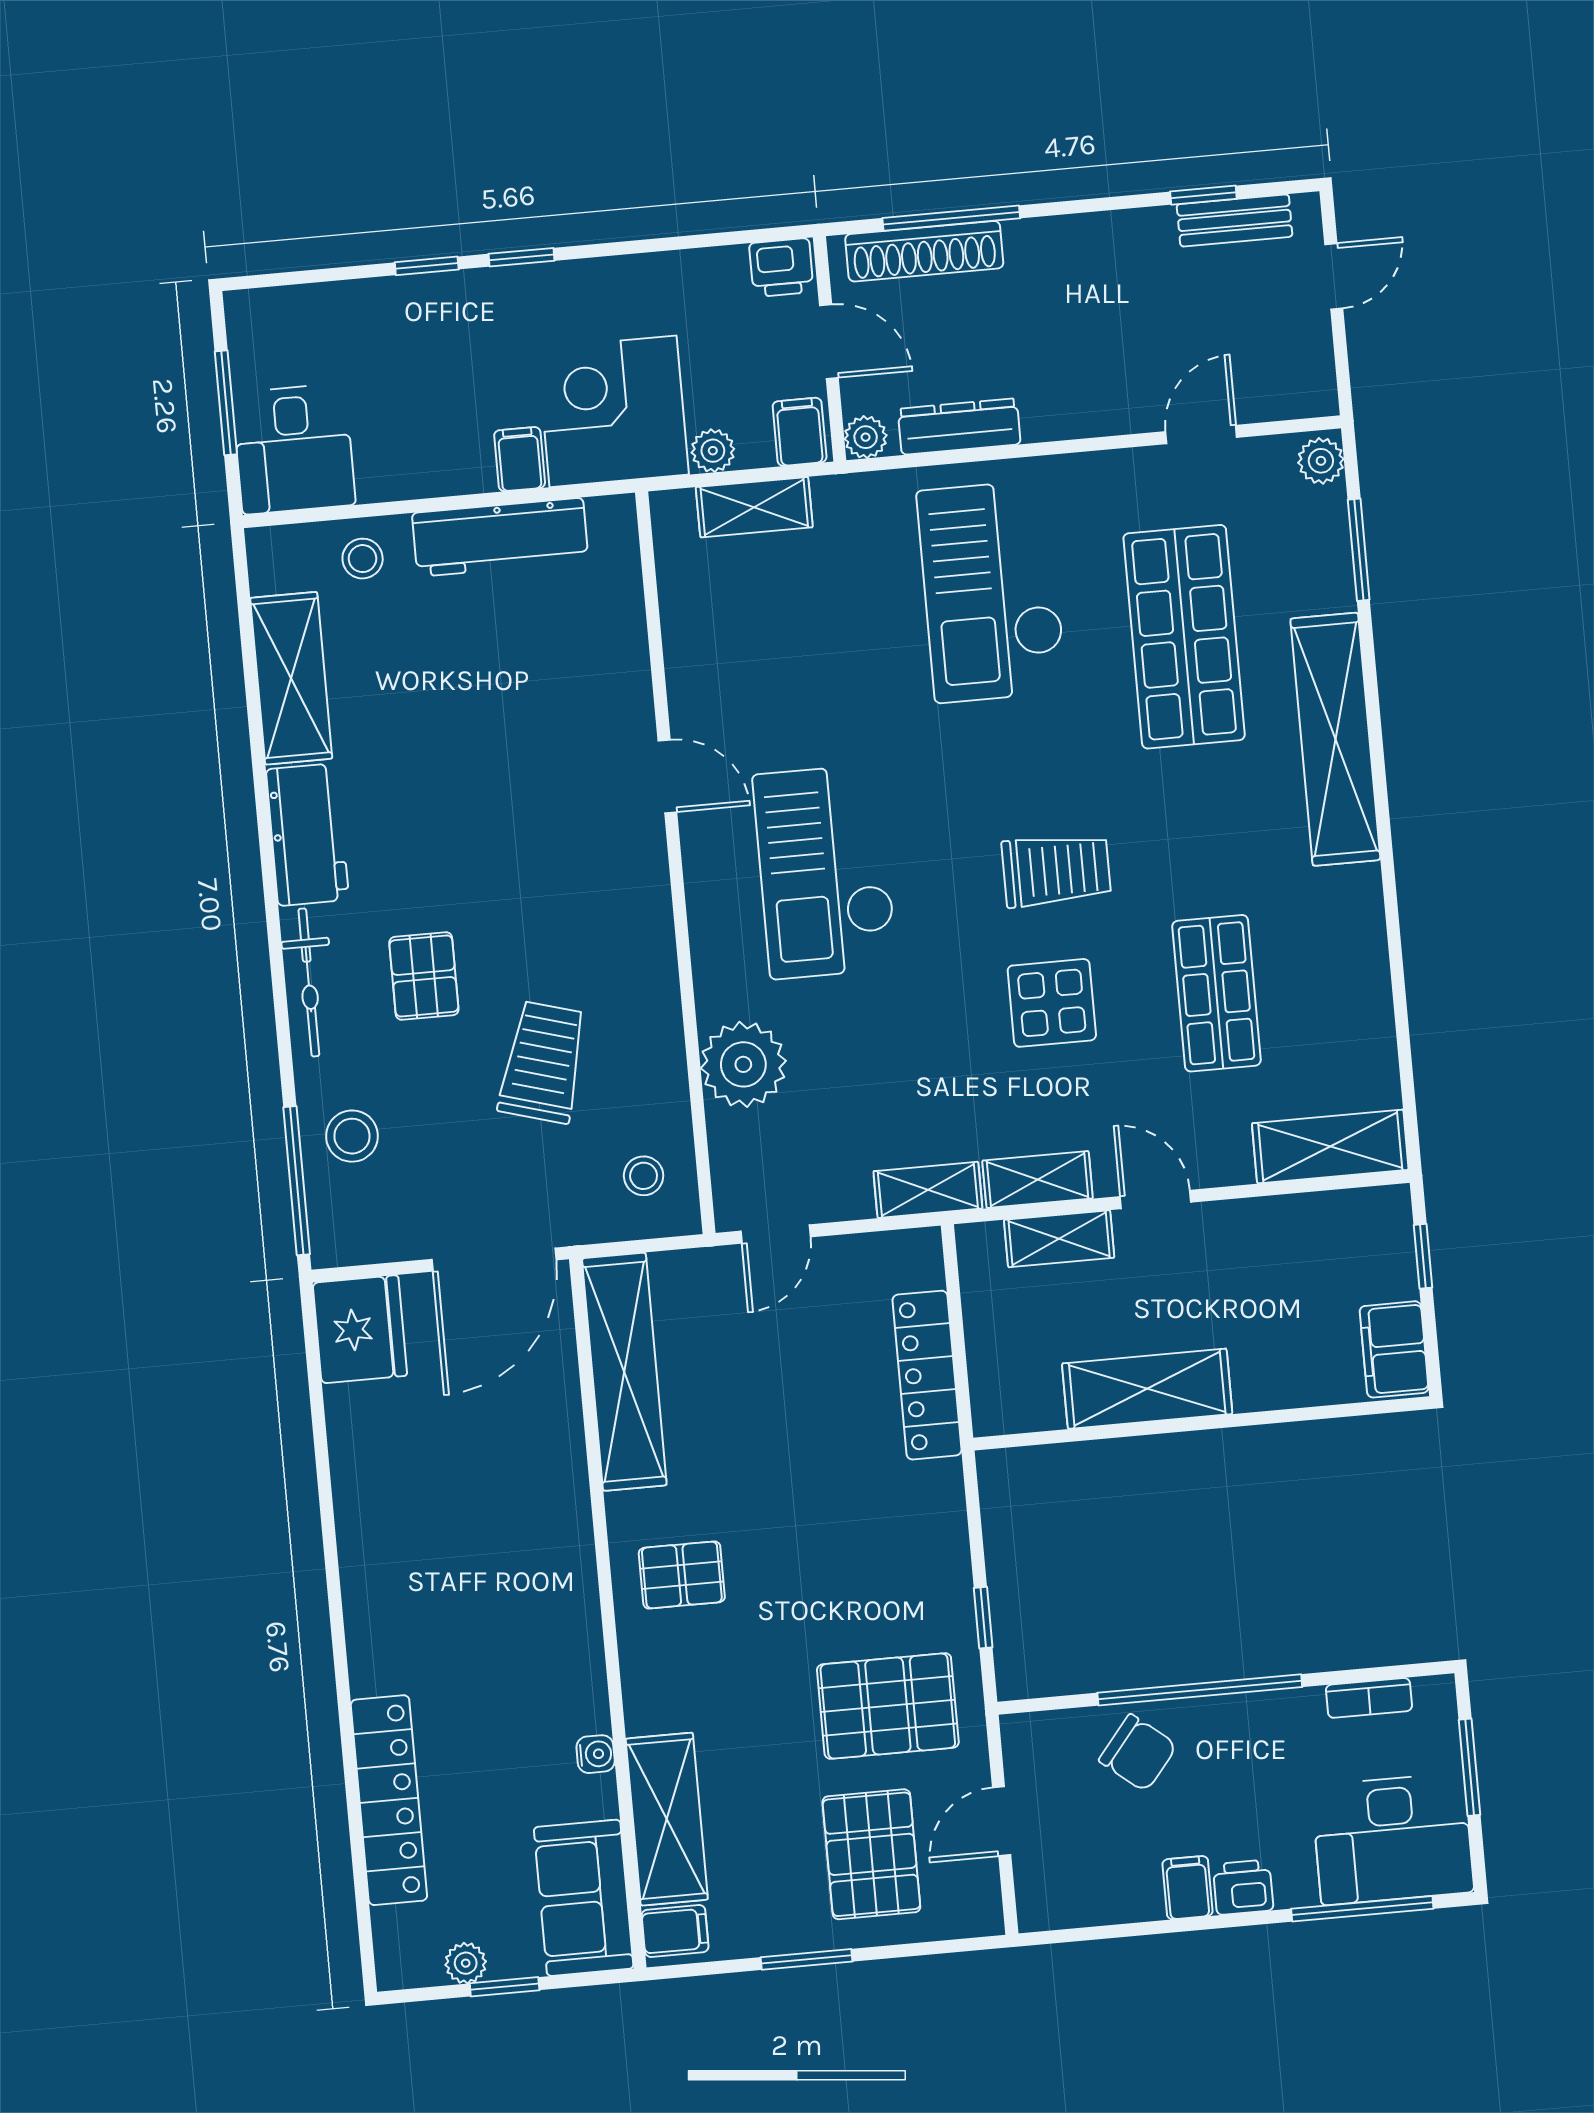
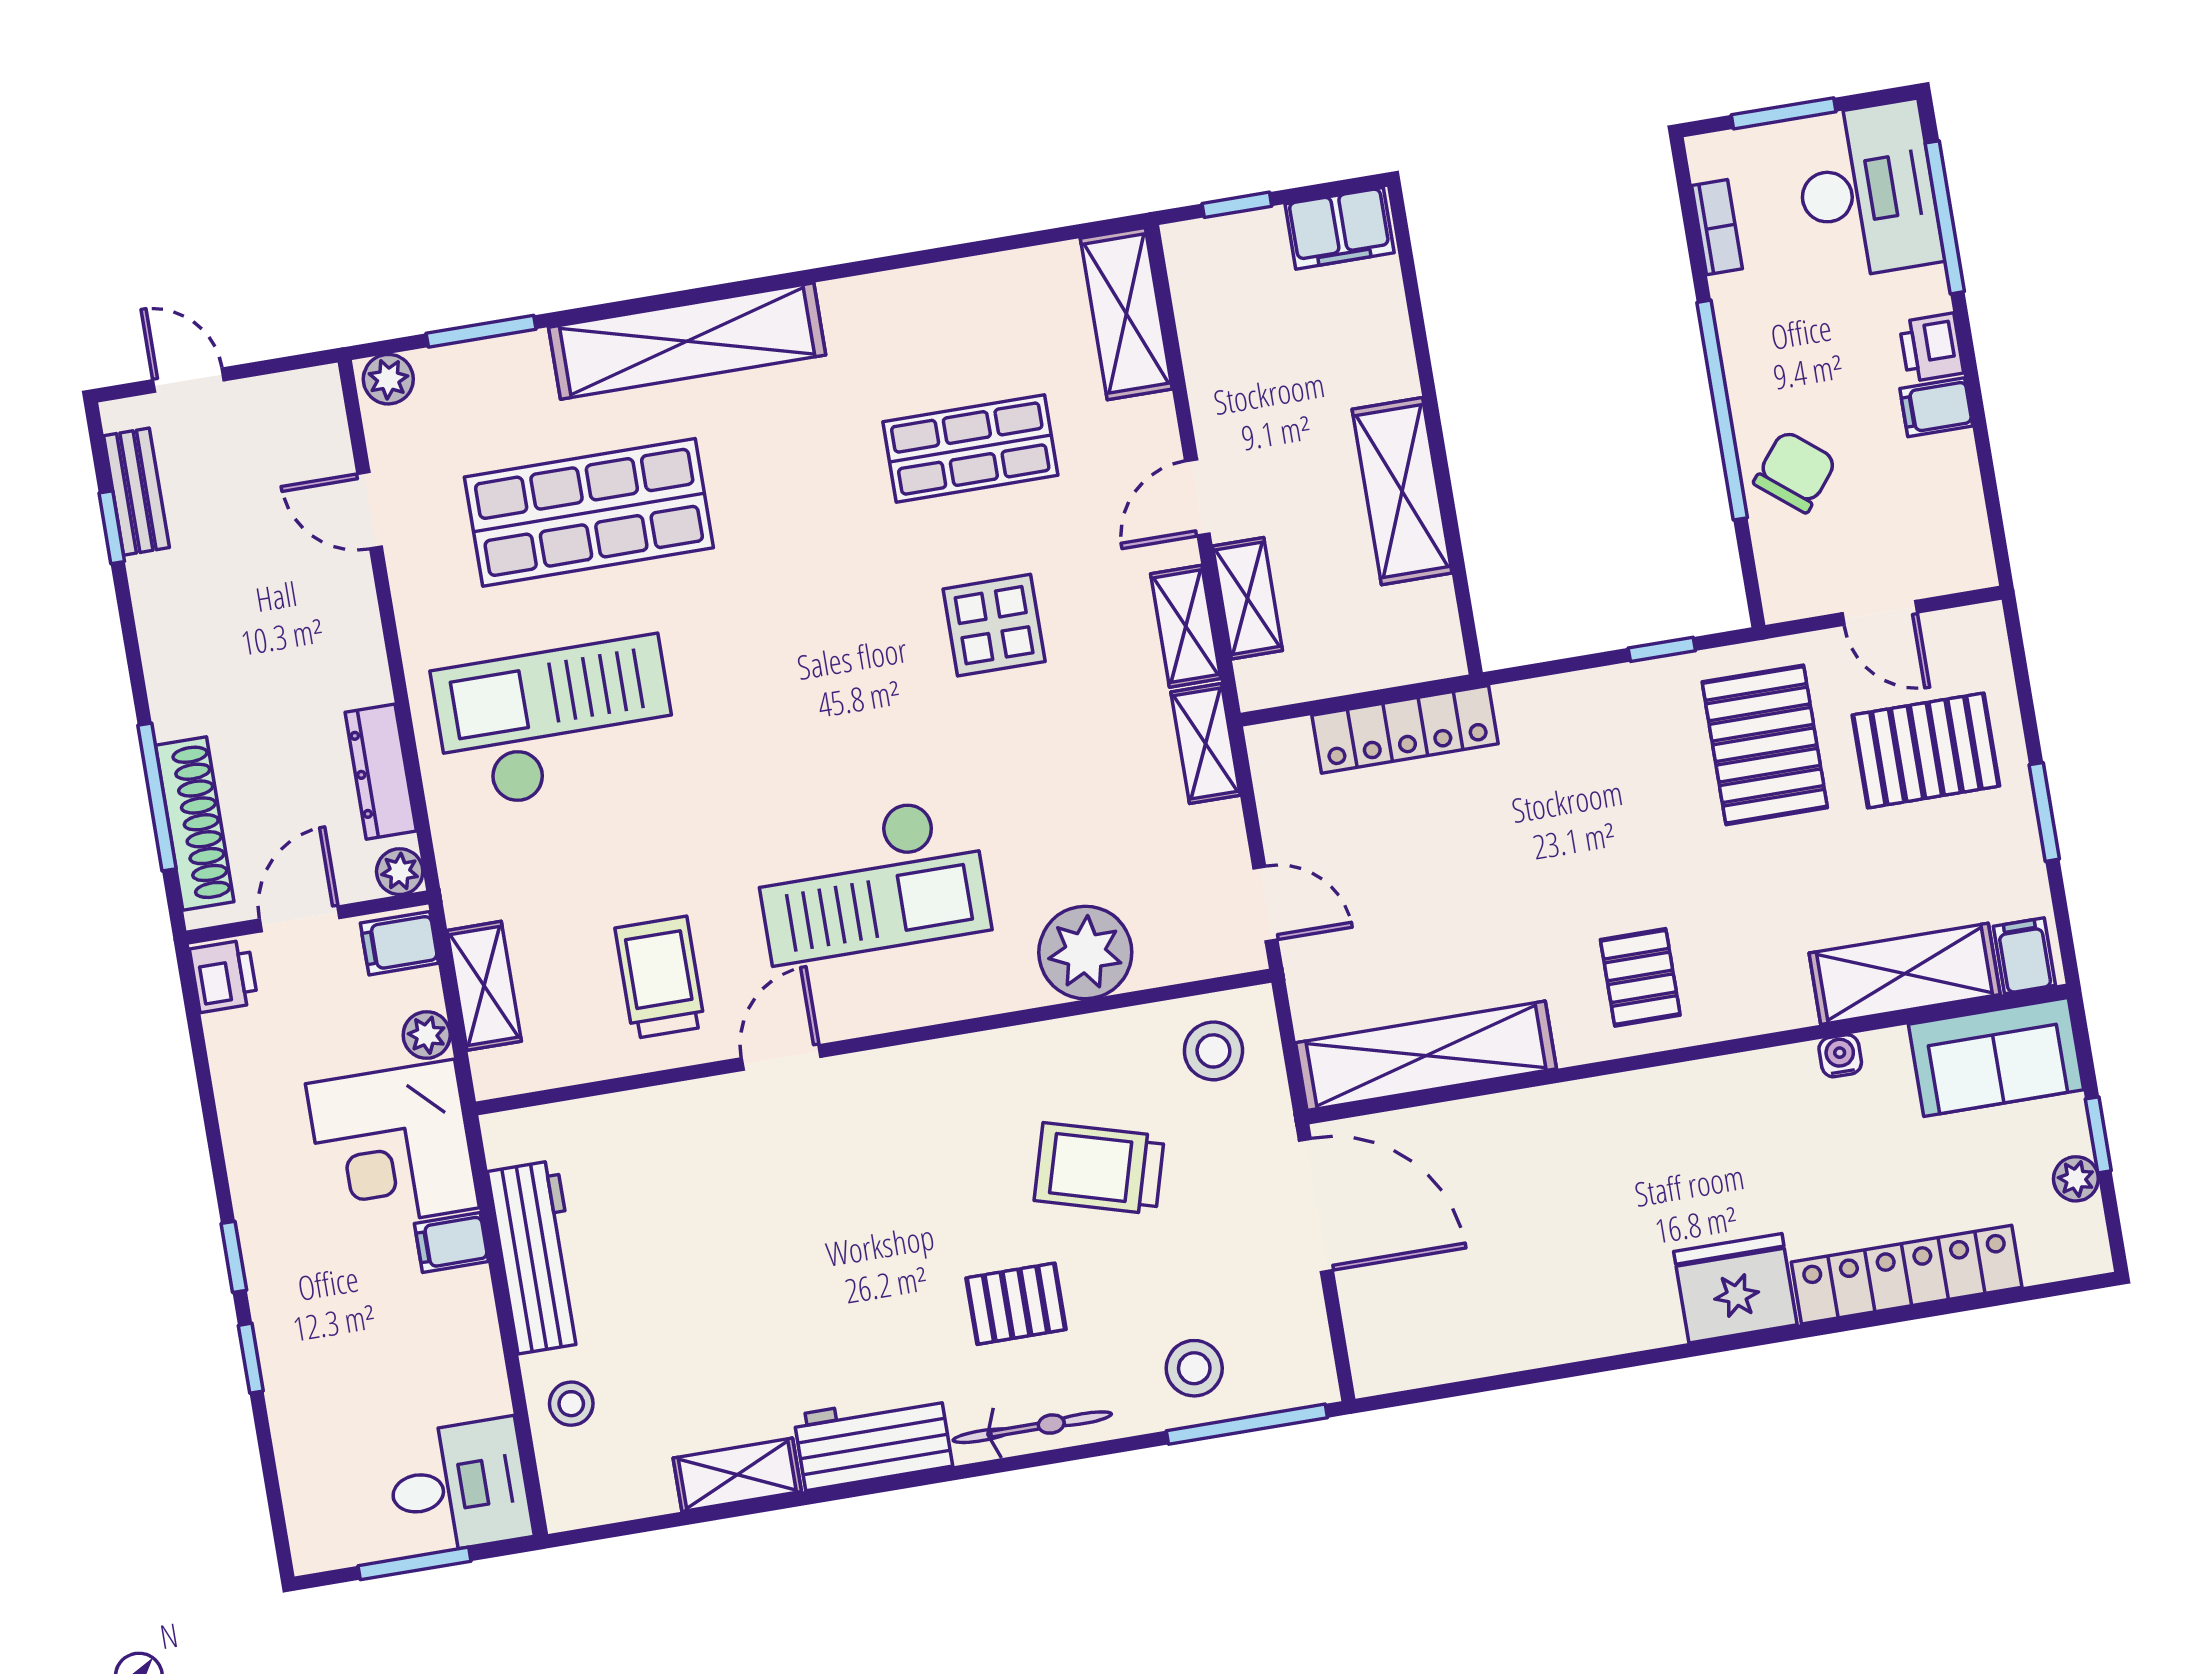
checkout: (992, 591) -> (556, 723), turned 180
shelving: (291, 678) -> (737, 1475), width x0.67, depth x0.75
trolley: (1056, 870) -> (660, 977), moved
stool: (644, 1176) -> (1213, 1051), width x1.37, depth x1.37
fridge: (360, 1329) -> (1735, 1288), moved

